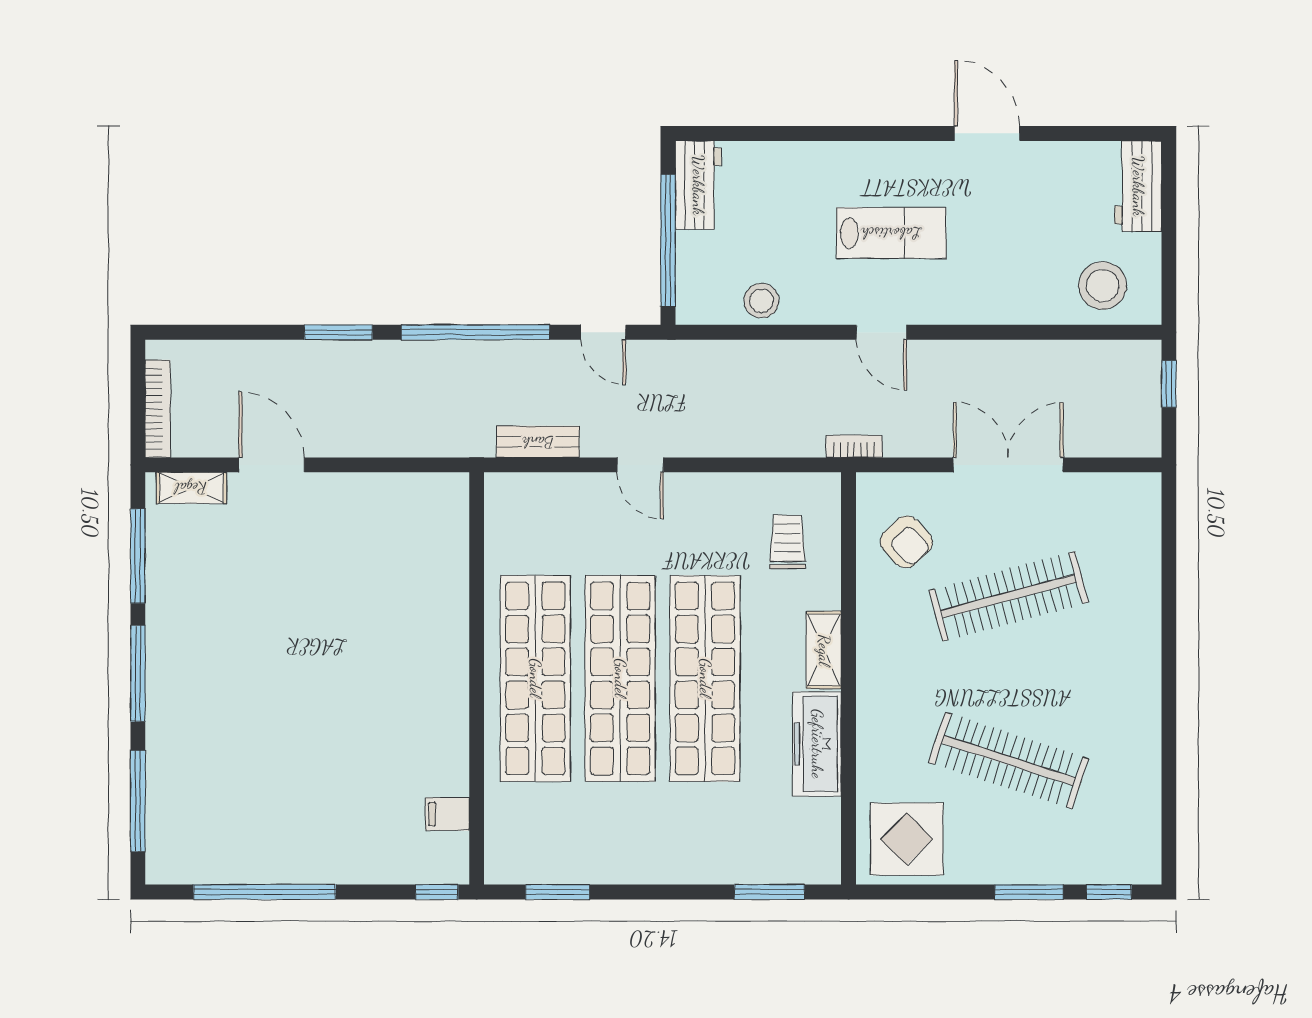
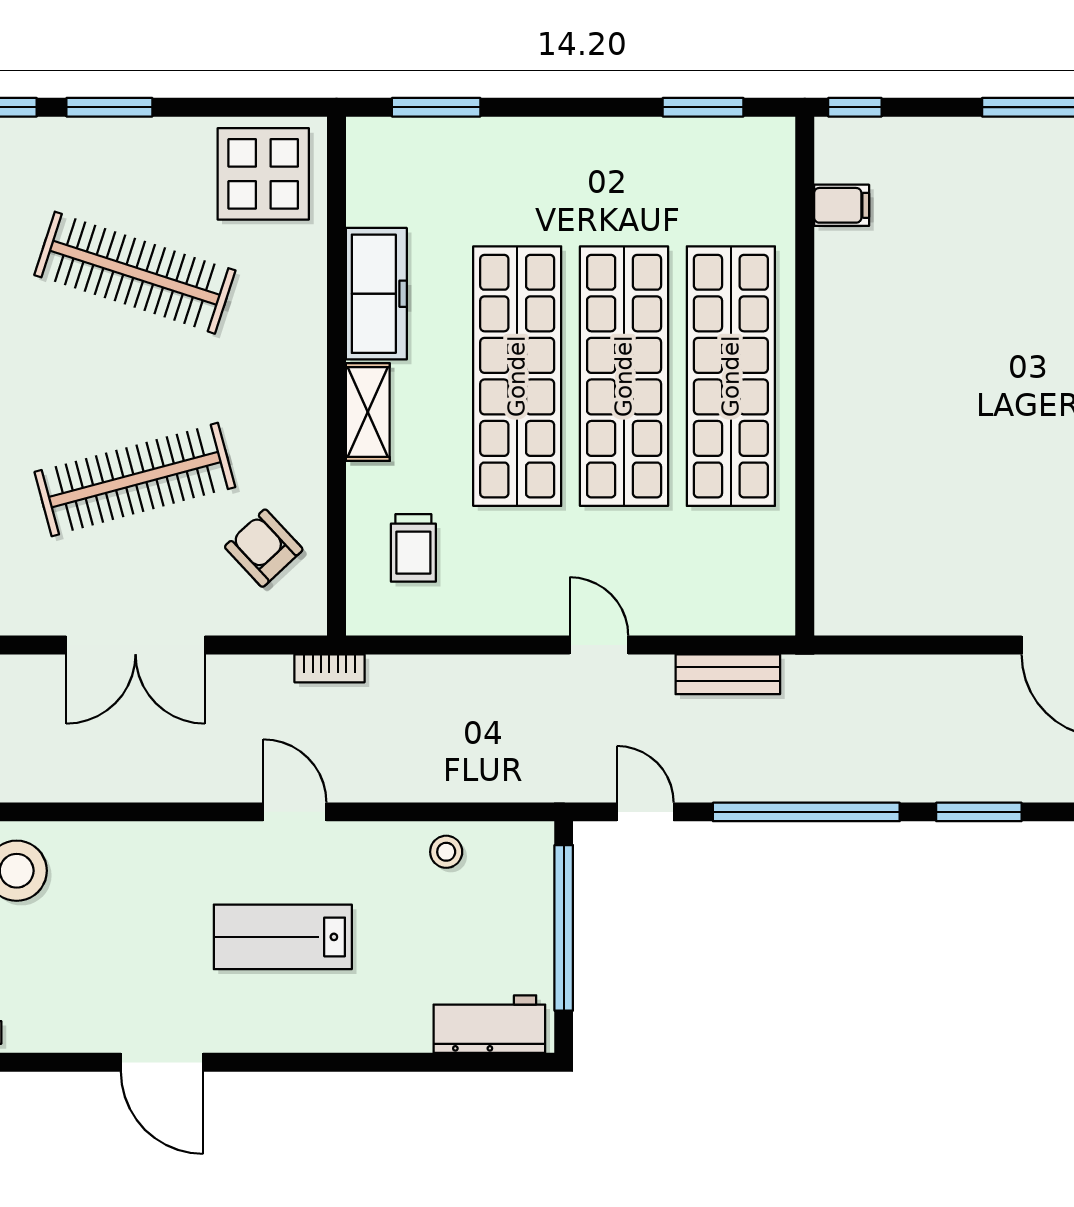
workbench: (698, 185) -> (489, 1024), moved, turned 90
stool: (761, 301) -> (446, 852), width x0.73, depth x0.73

